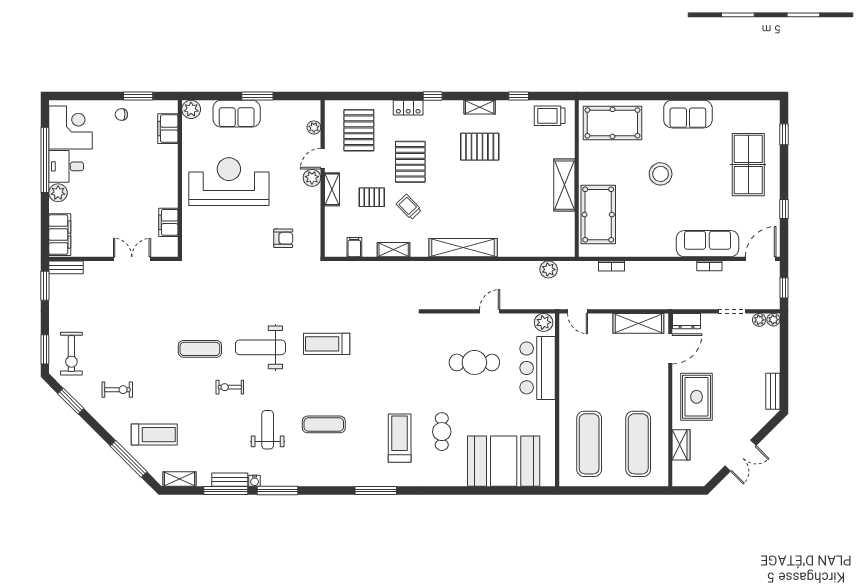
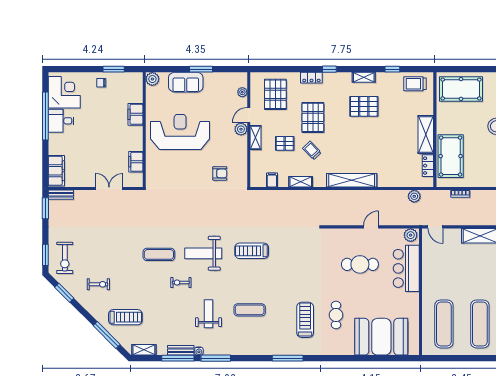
filing cabinet: (168, 129) -> (135, 114), moved
plant: (58, 193) -> (55, 140), removed
locker: (567, 228) -> (428, 166), added

